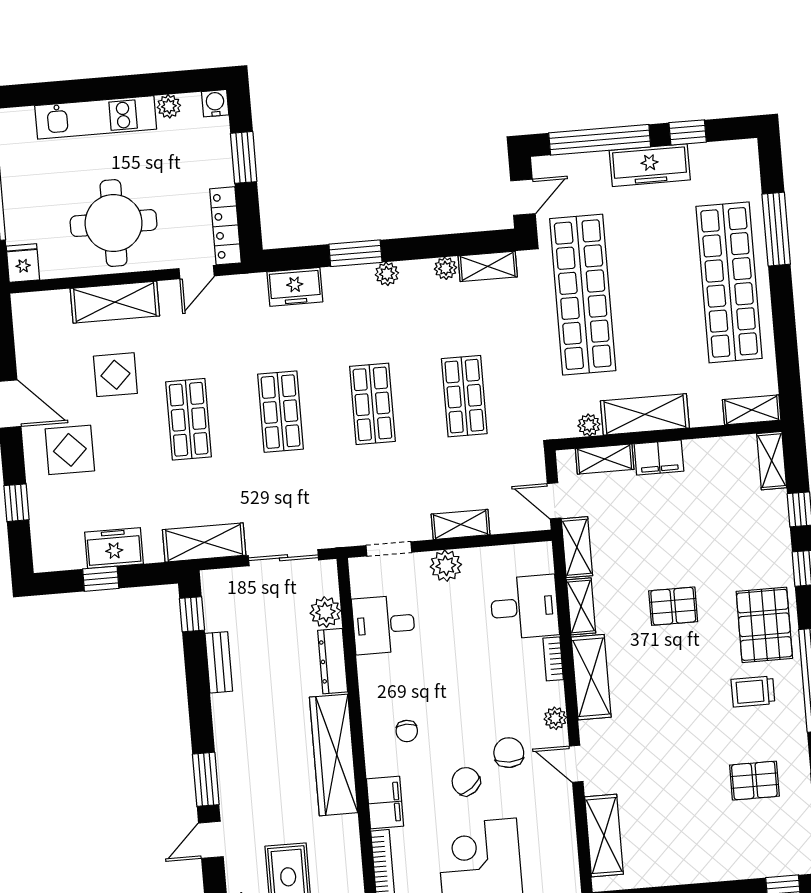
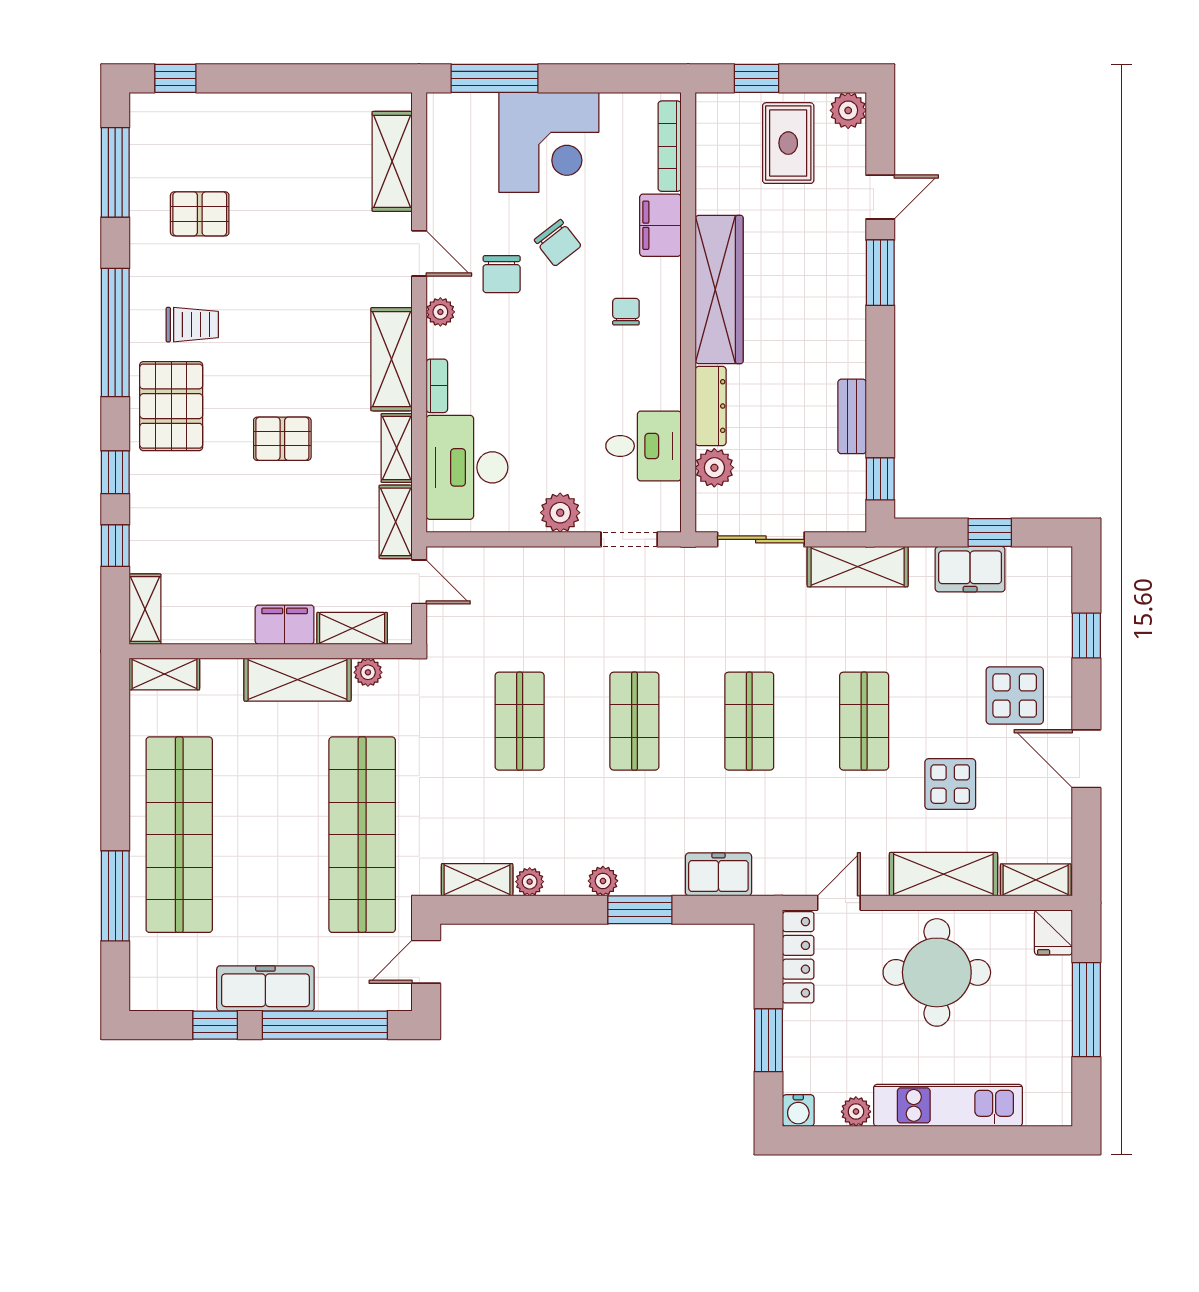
shelving: (461, 524) -> (1036, 880), moved
desk: (524, 607) -> (467, 467), width x1.37

